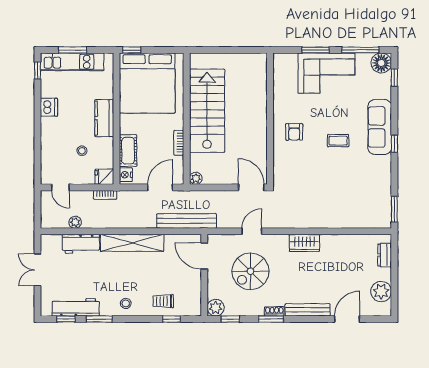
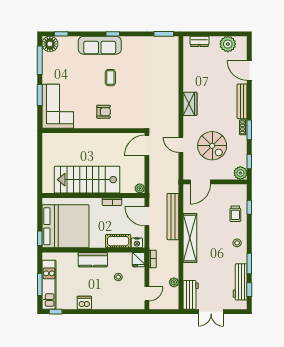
corner sofa: (326, 73) -> (58, 106), moved
bench: (187, 221) -> (173, 217), moved
workbench: (81, 244) -> (191, 295), moved

